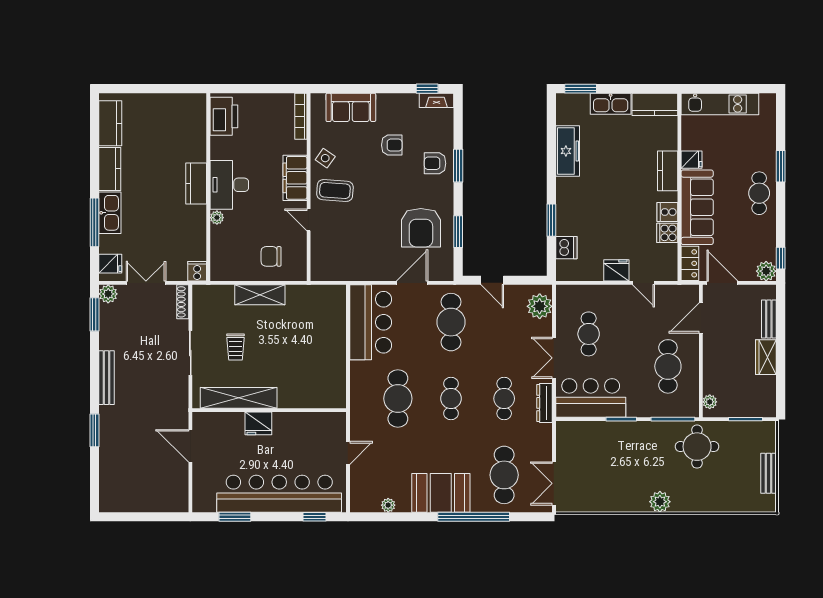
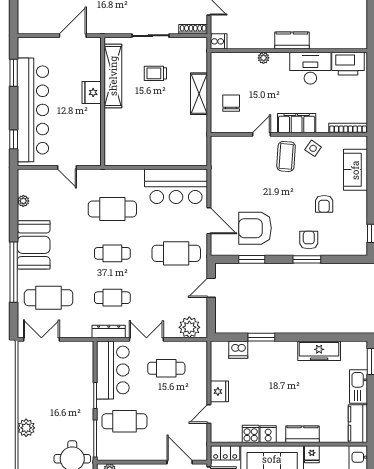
fireplace: (437, 100) -> (361, 241), removed
desk: (229, 185) -> (310, 68), moved
cafe table: (668, 366) -> (124, 421), moved

